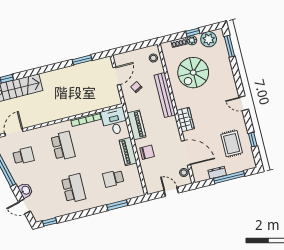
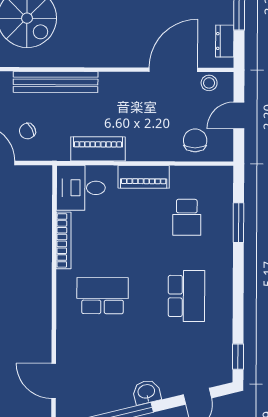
wardrobe: (185, 120) -> (111, 55), removed
chair: (147, 152) -> (195, 140), moved
school desk: (23, 156) -> (102, 374), removed
dresser: (217, 173) -> (225, 41), moved
school desk: (74, 188) -> (186, 296), turned 90
washbasin: (25, 190) -> (146, 392), moved

